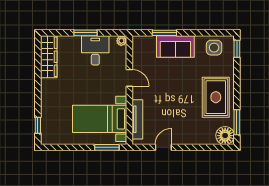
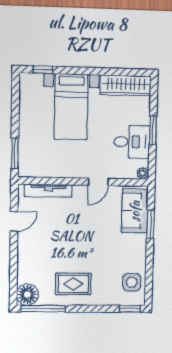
sofa: (175, 47) -> (135, 211), moved
rug: (216, 97) -> (73, 284), width x0.73, depth x0.70
bed with nightstands: (100, 119) -> (71, 107), moved, turned 180
window: (237, 122) -> (43, 309), width x1.44
door: (163, 147) -> (14, 221), hinge flipped

